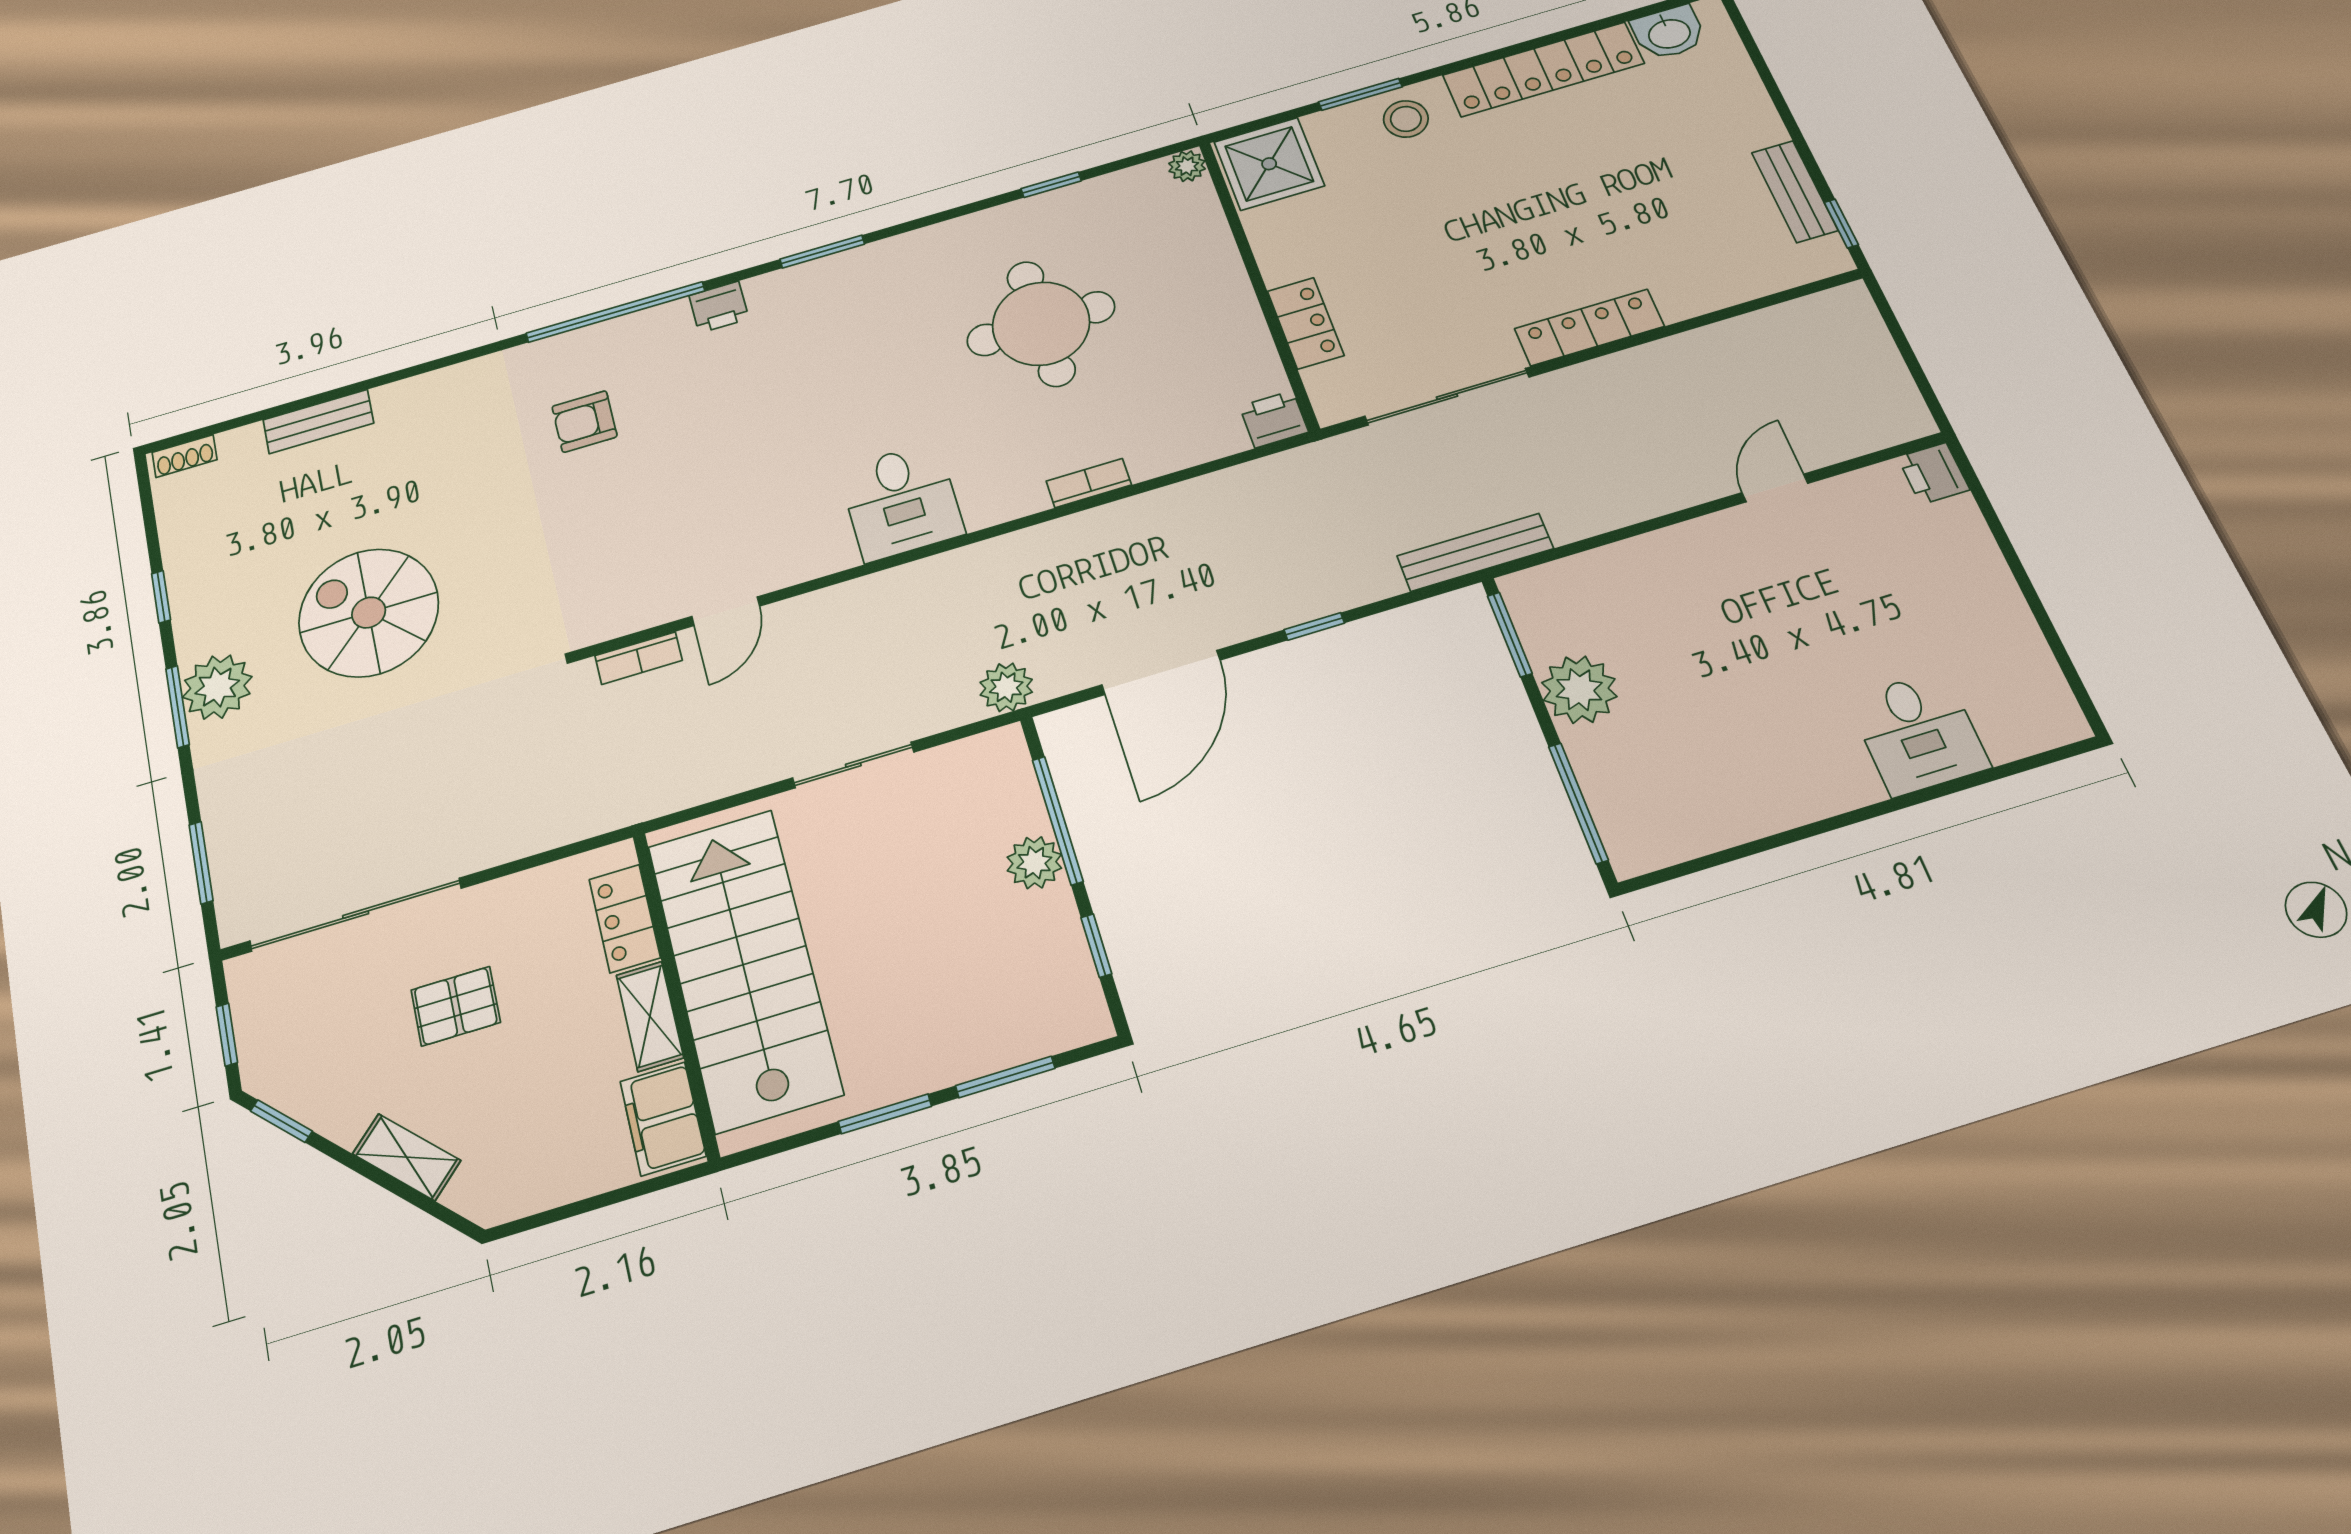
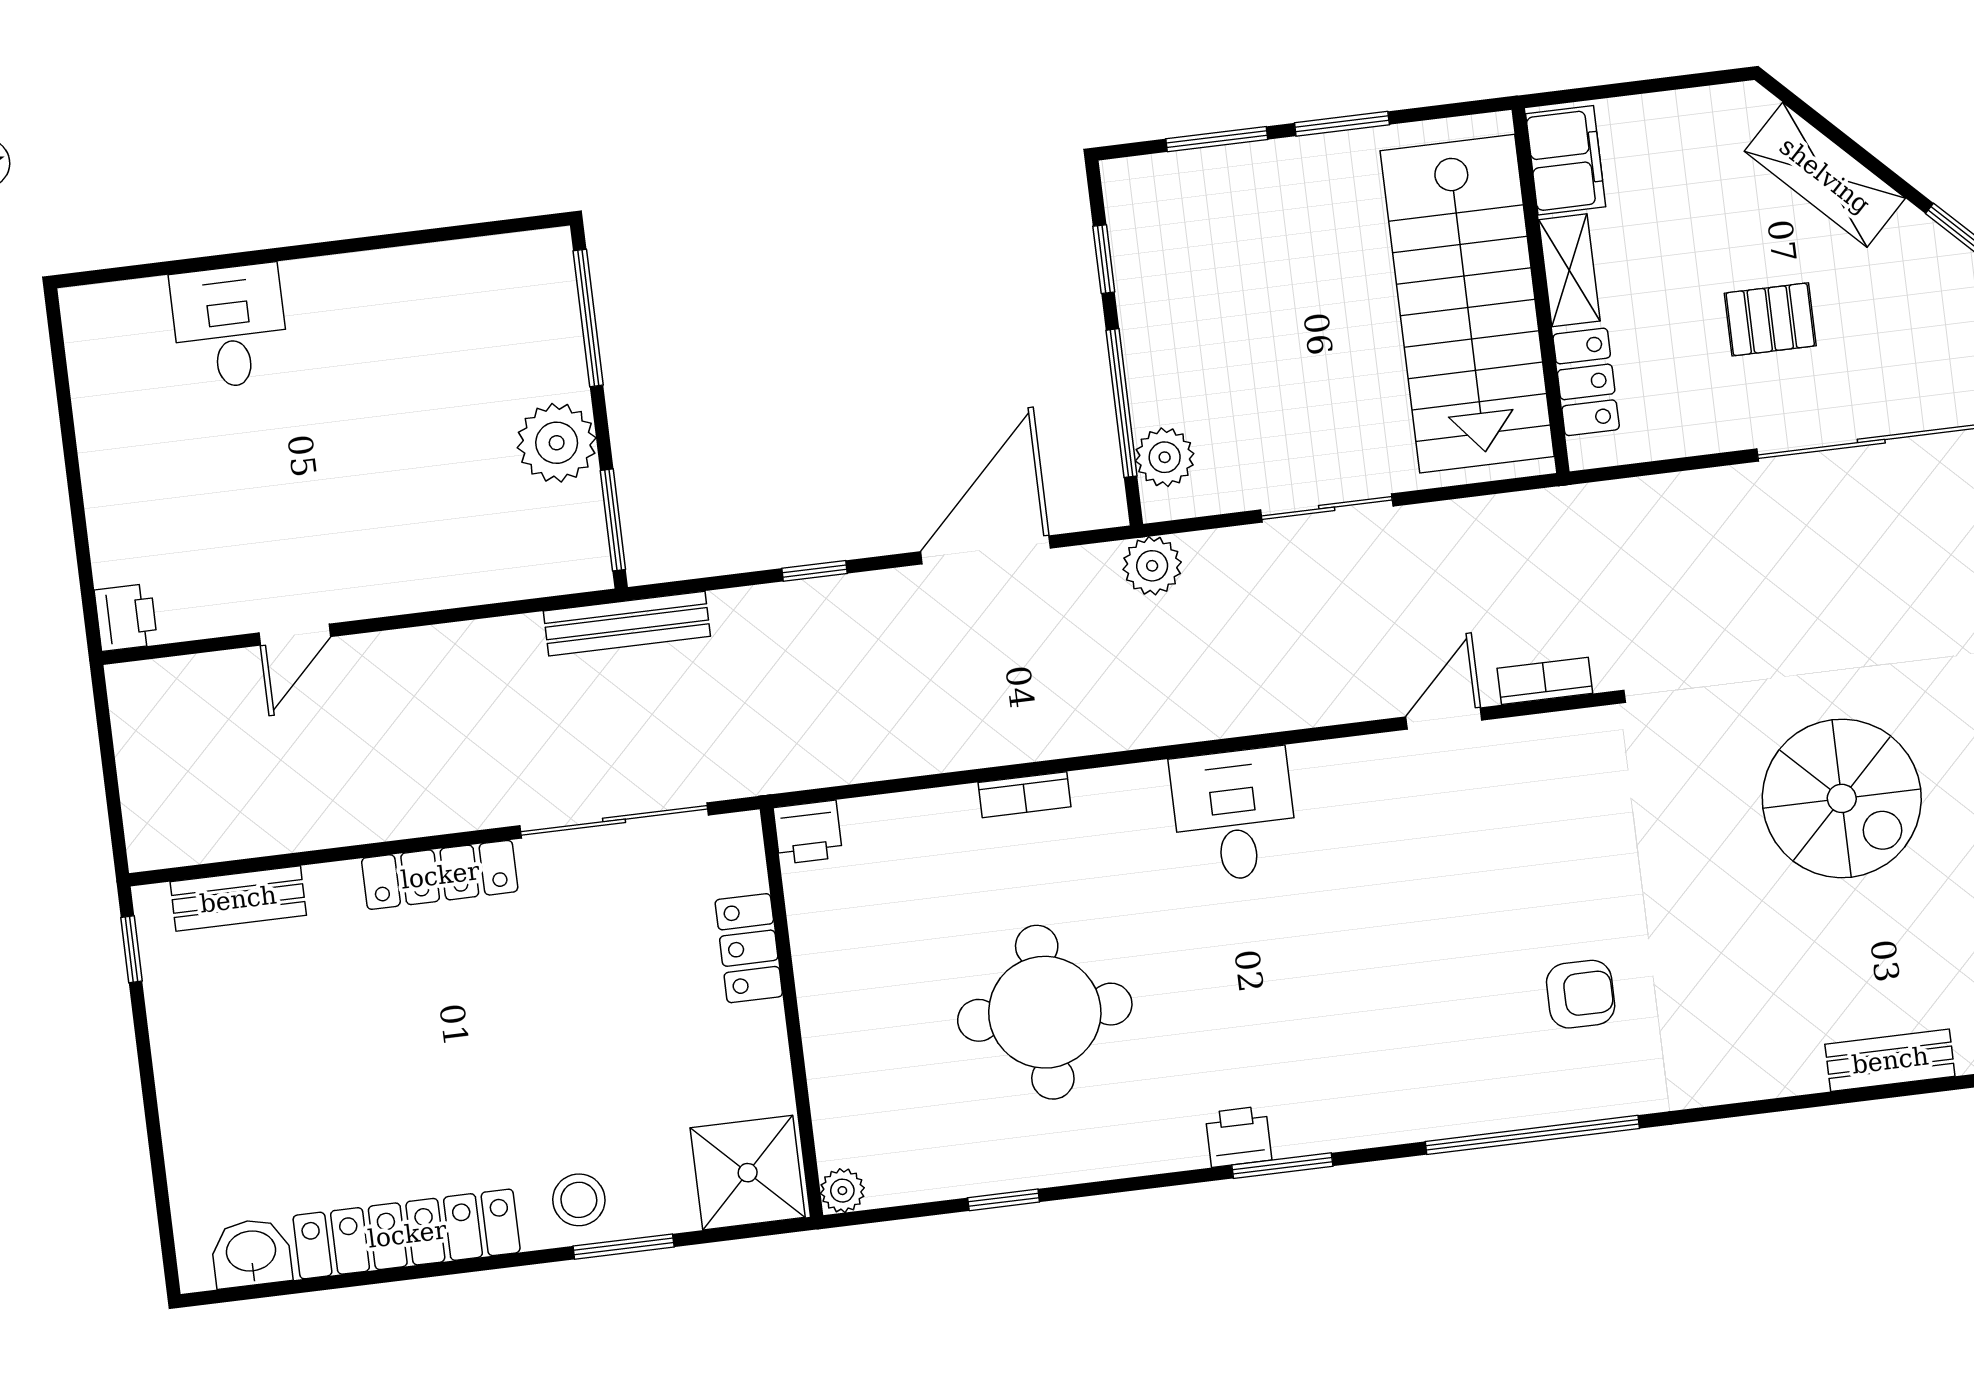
bench: (1795, 191) -> (238, 899), moved, turned 90
printer: (719, 307) -> (1238, 1136), moved
plant: (1034, 863) -> (1165, 457), moved
shelving: (407, 1157) -> (1825, 175), width x1.50, depth x1.33

